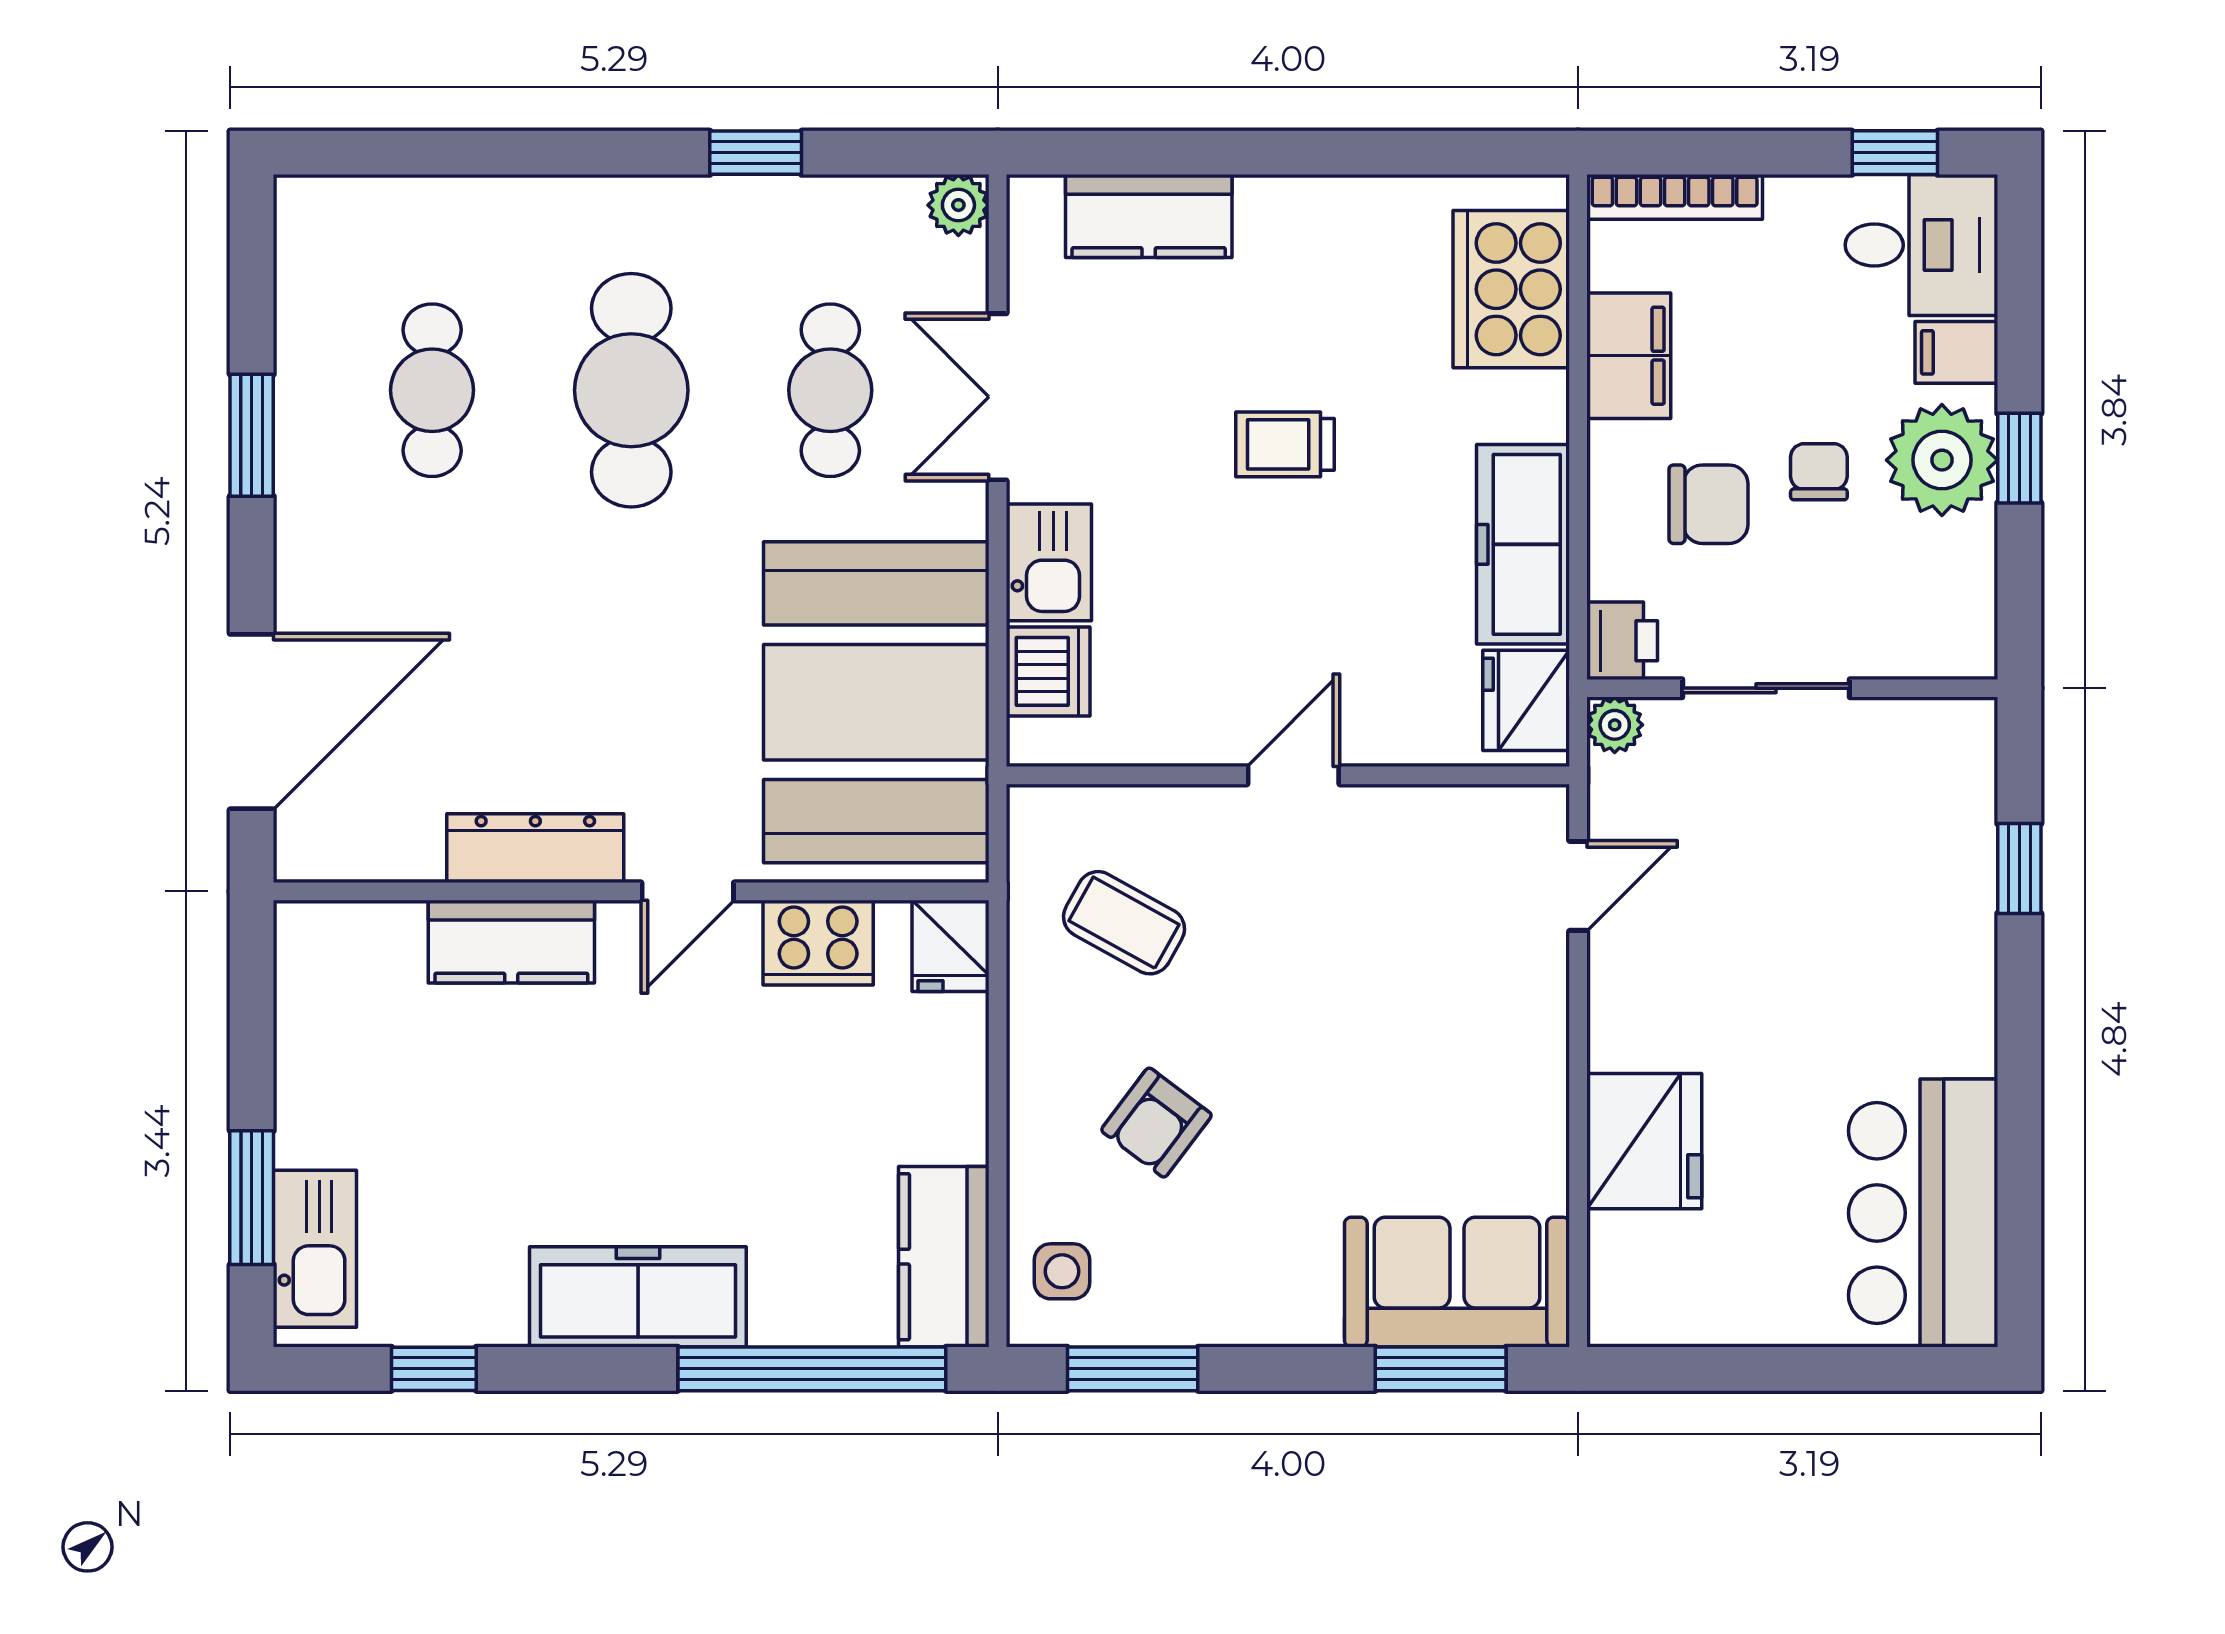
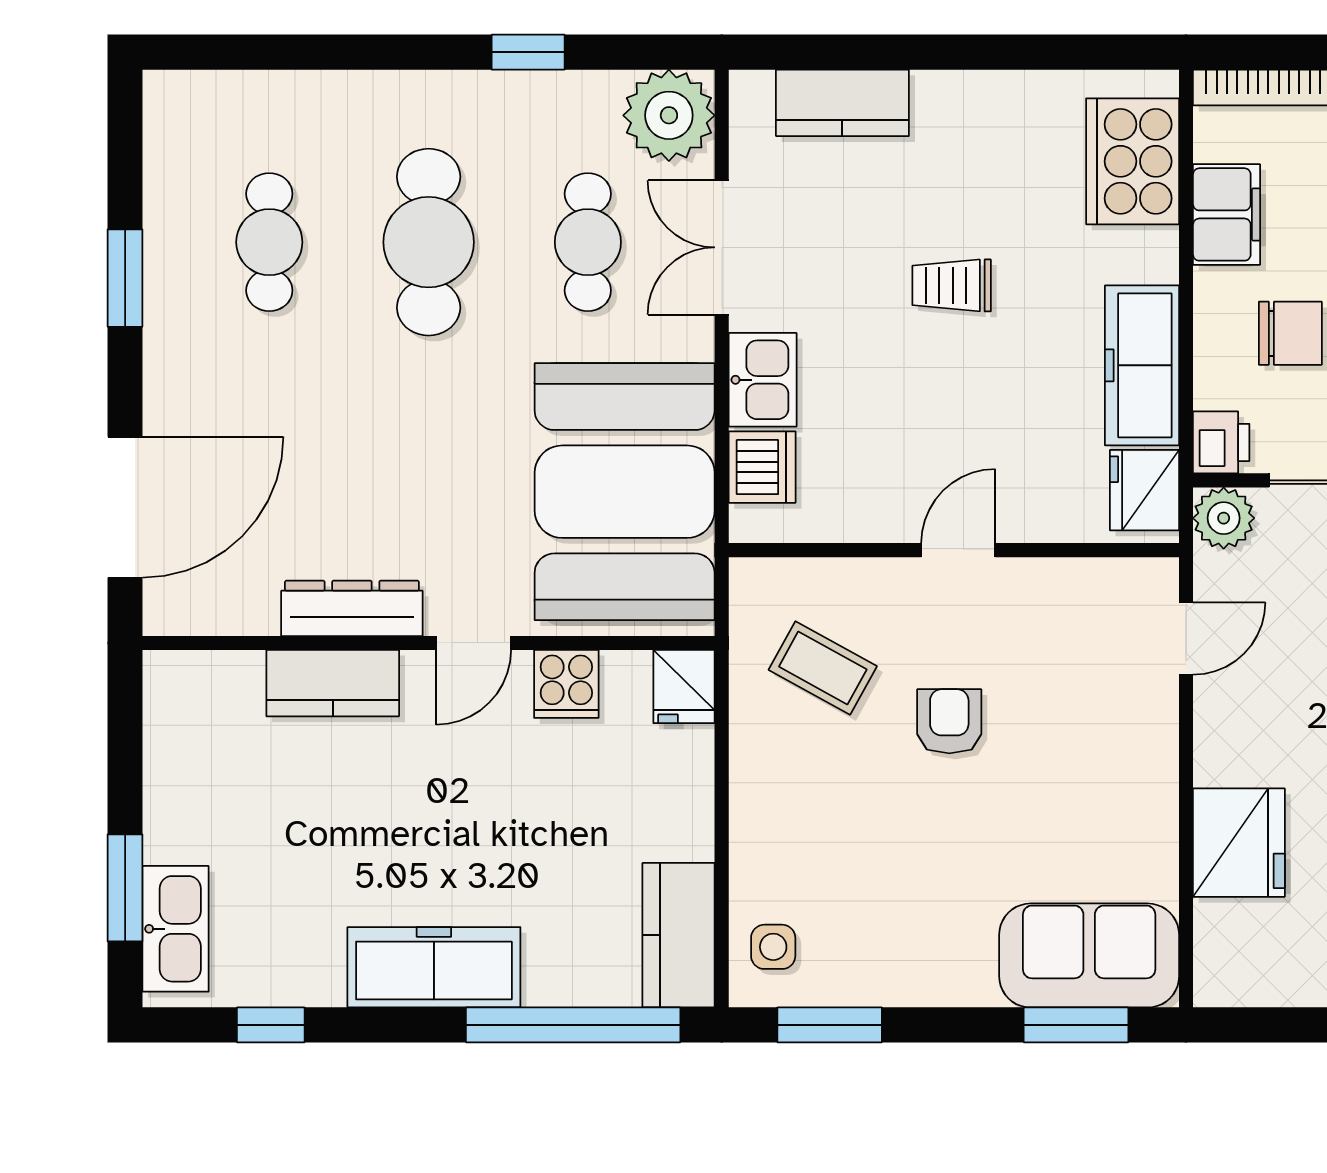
plant: (958, 205) -> (669, 115), width x1.87, depth x1.87
plant: (1615, 725) -> (1224, 518), width x1.38, depth x1.38
cooker: (818, 943) -> (566, 684), width x0.73
armchair: (1156, 1123) -> (949, 721), moved, turned 143

